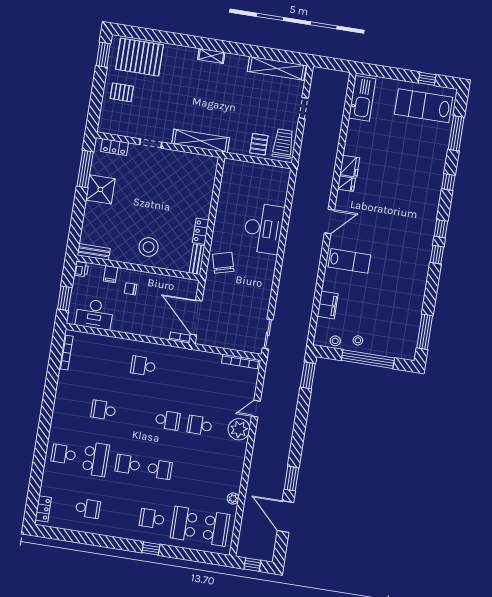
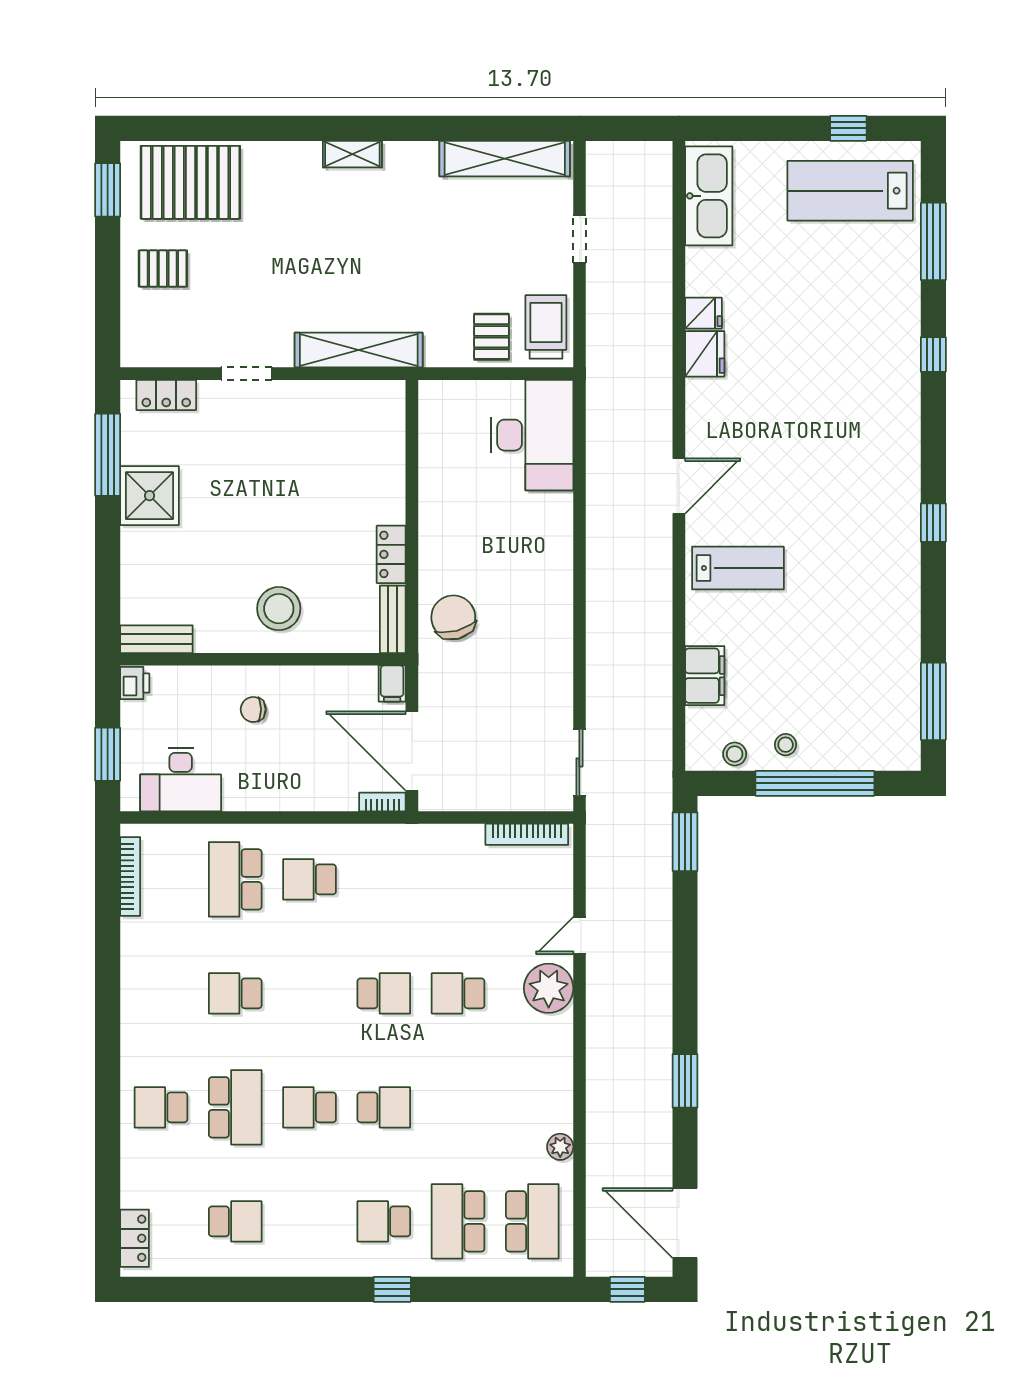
fridge: (346, 184) -> (703, 313), moved
desk: (263, 228) -> (532, 435), moved
window: (441, 229) -> (933, 462), removed
filing cabinet: (111, 274) -> (392, 684), moved
school desk: (111, 361) -> (235, 879), added
door: (285, 517) -> (685, 1223), moved

